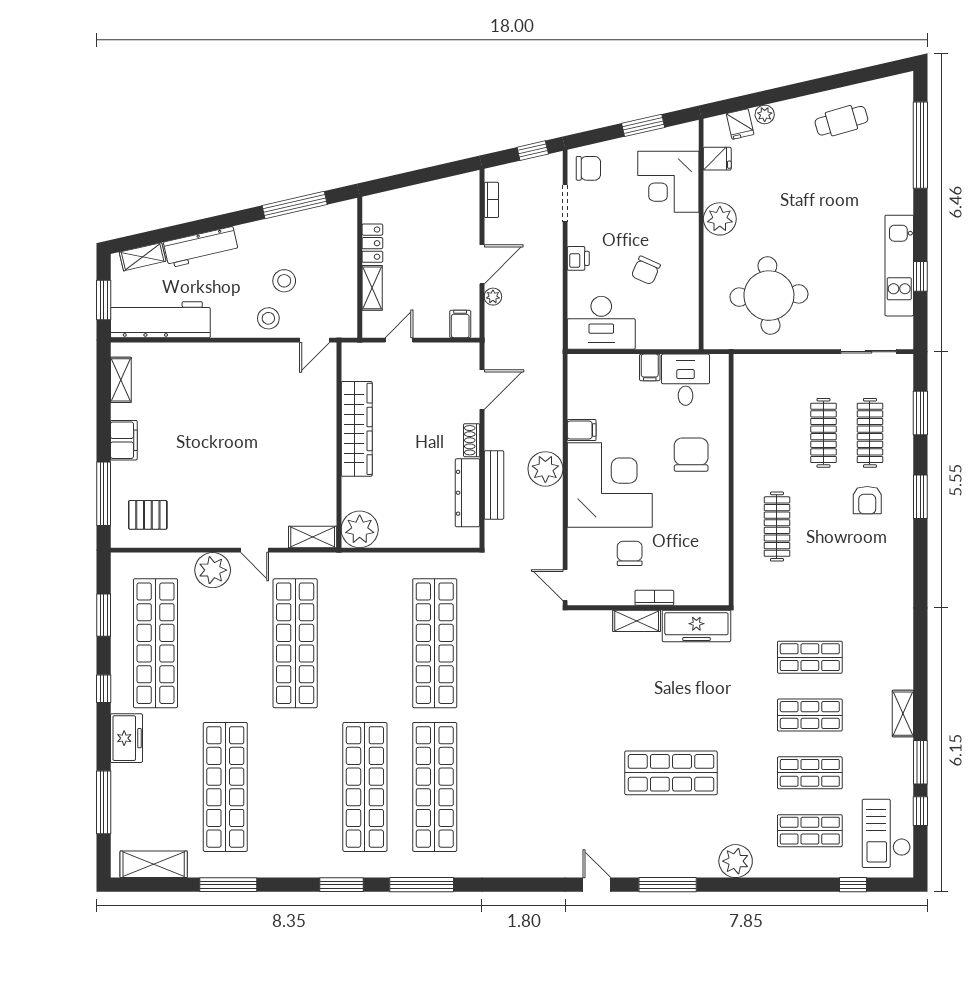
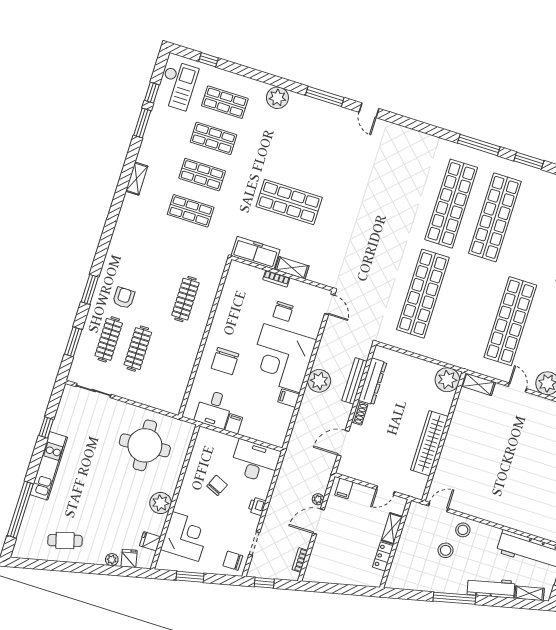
window: (295, 205) -> (454, 598), moved
kitchen unit: (899, 266) -> (49, 466), moved
shelving: (903, 714) -> (137, 179), moved
shop shelf: (671, 773) -> (289, 202), moved

